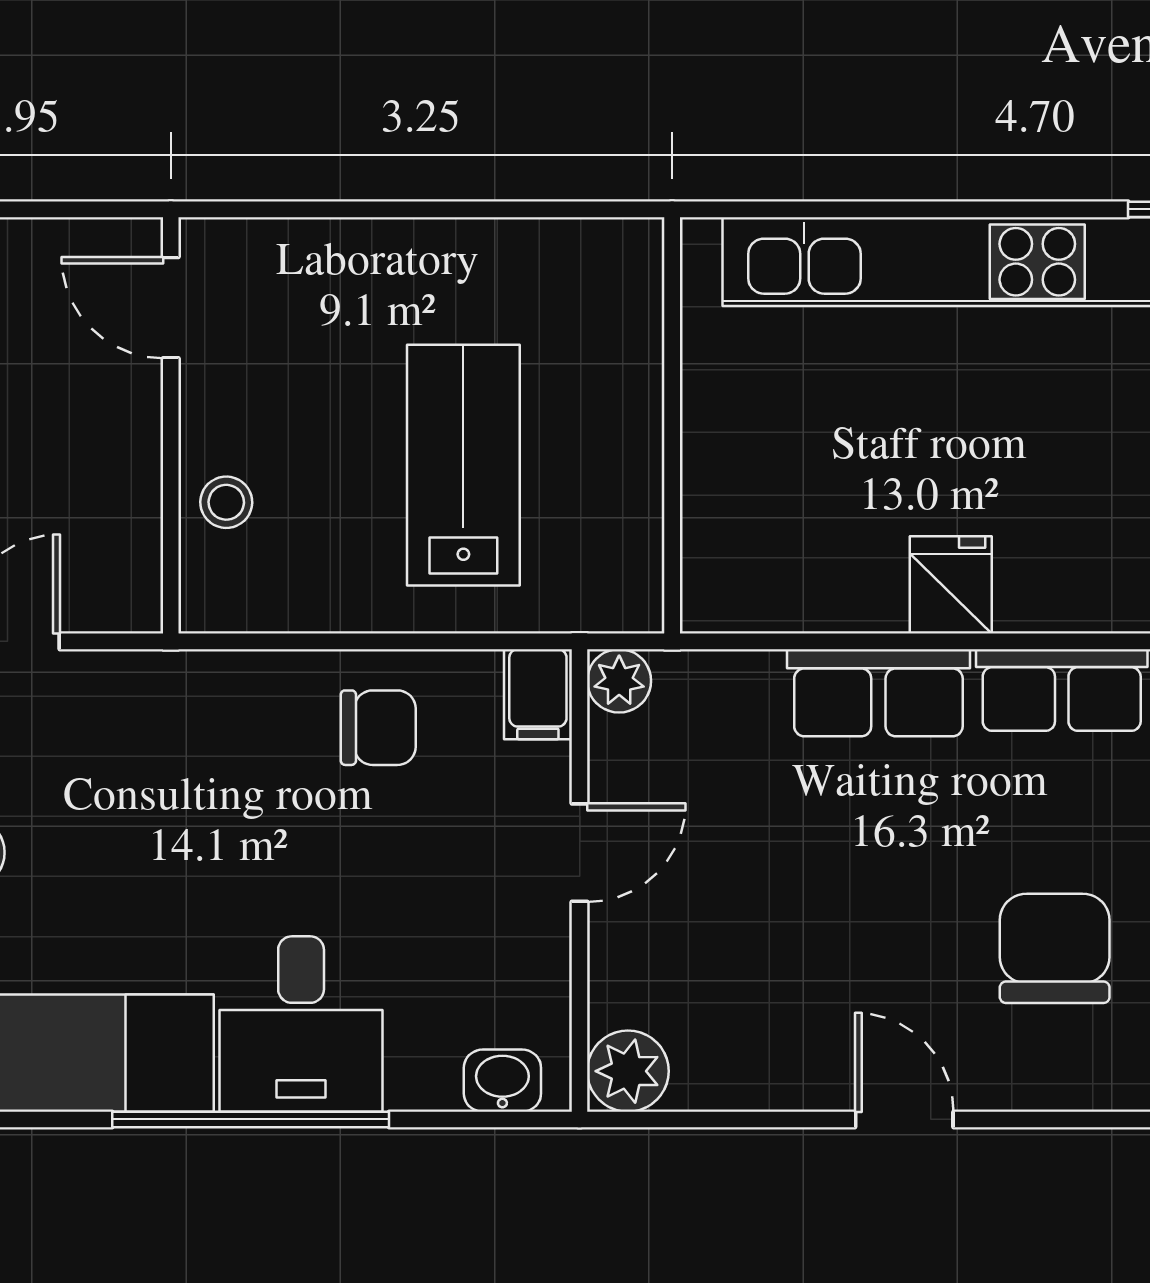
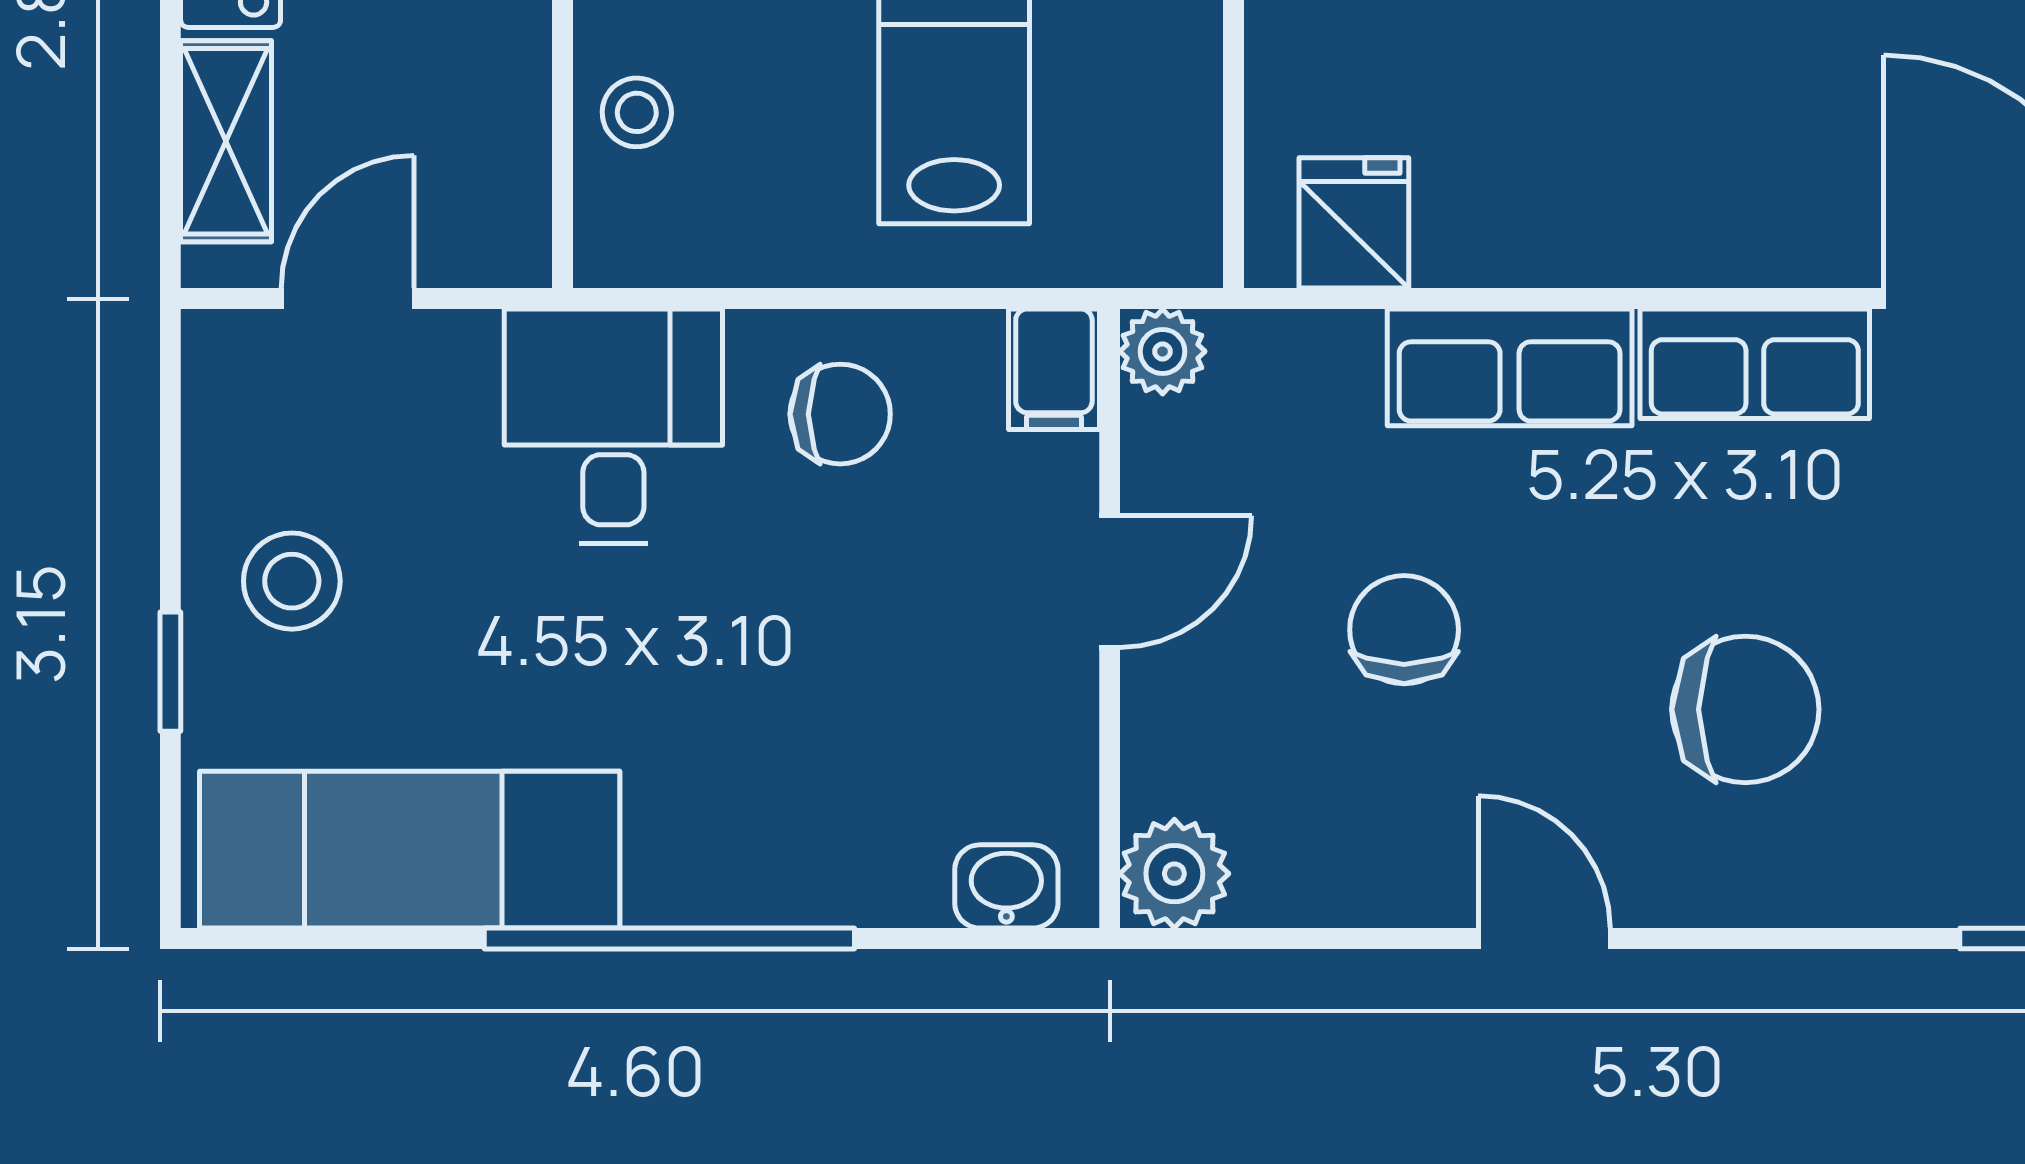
fridge: (951, 585) -> (1354, 223), moved
chair: (800, 889) -> (1404, 630), added
chair: (1055, 948) -> (1745, 709), turned 90
desk: (301, 1024) -> (613, 426), moved, turned 180

